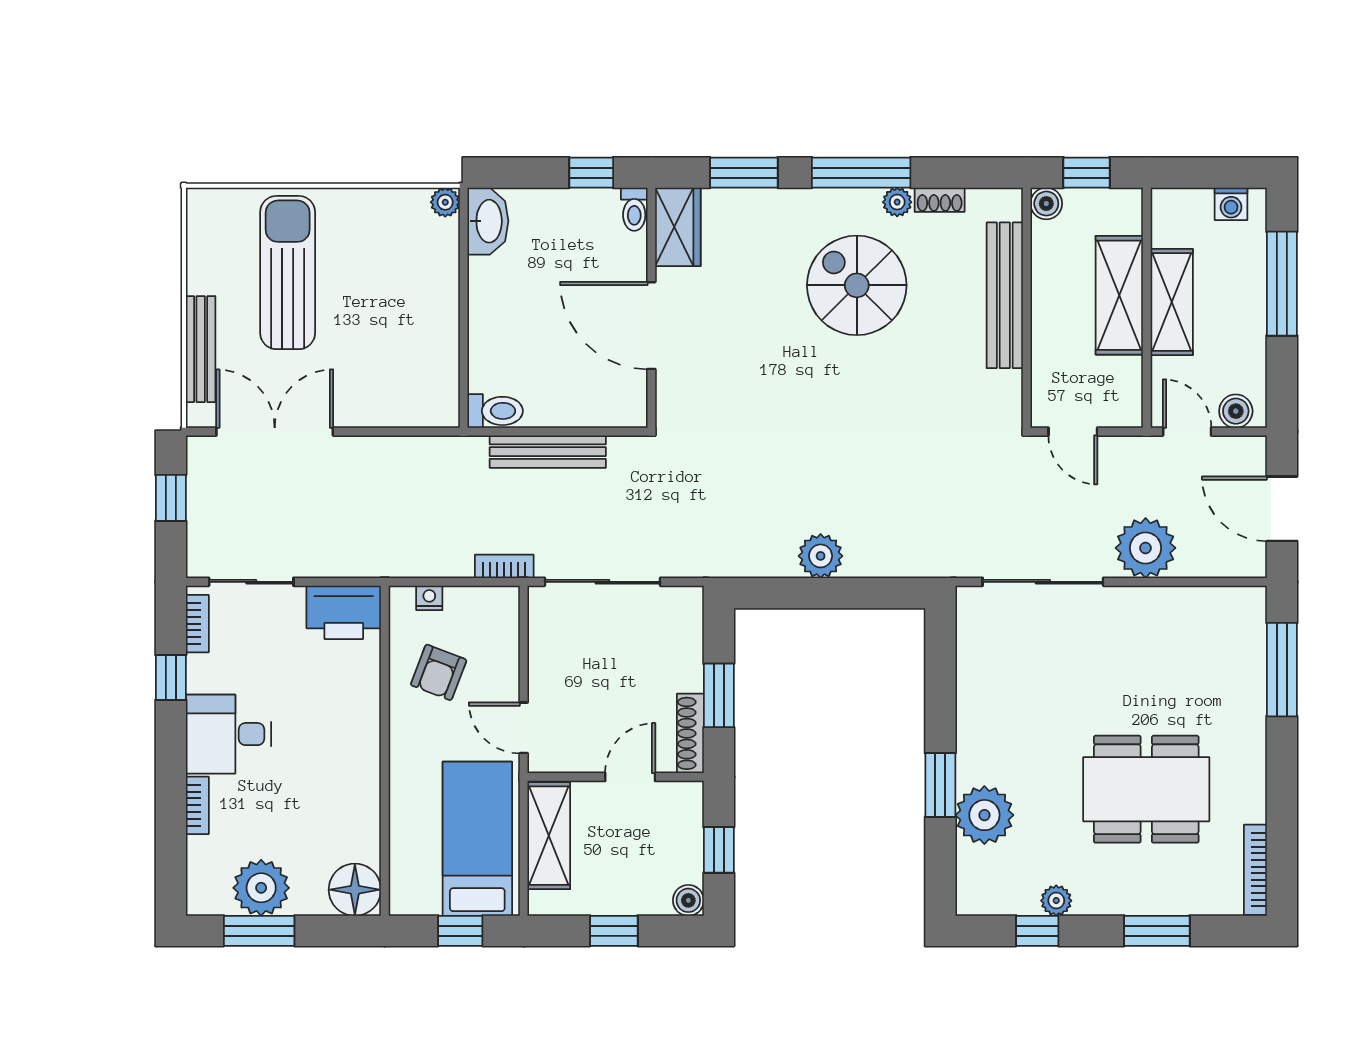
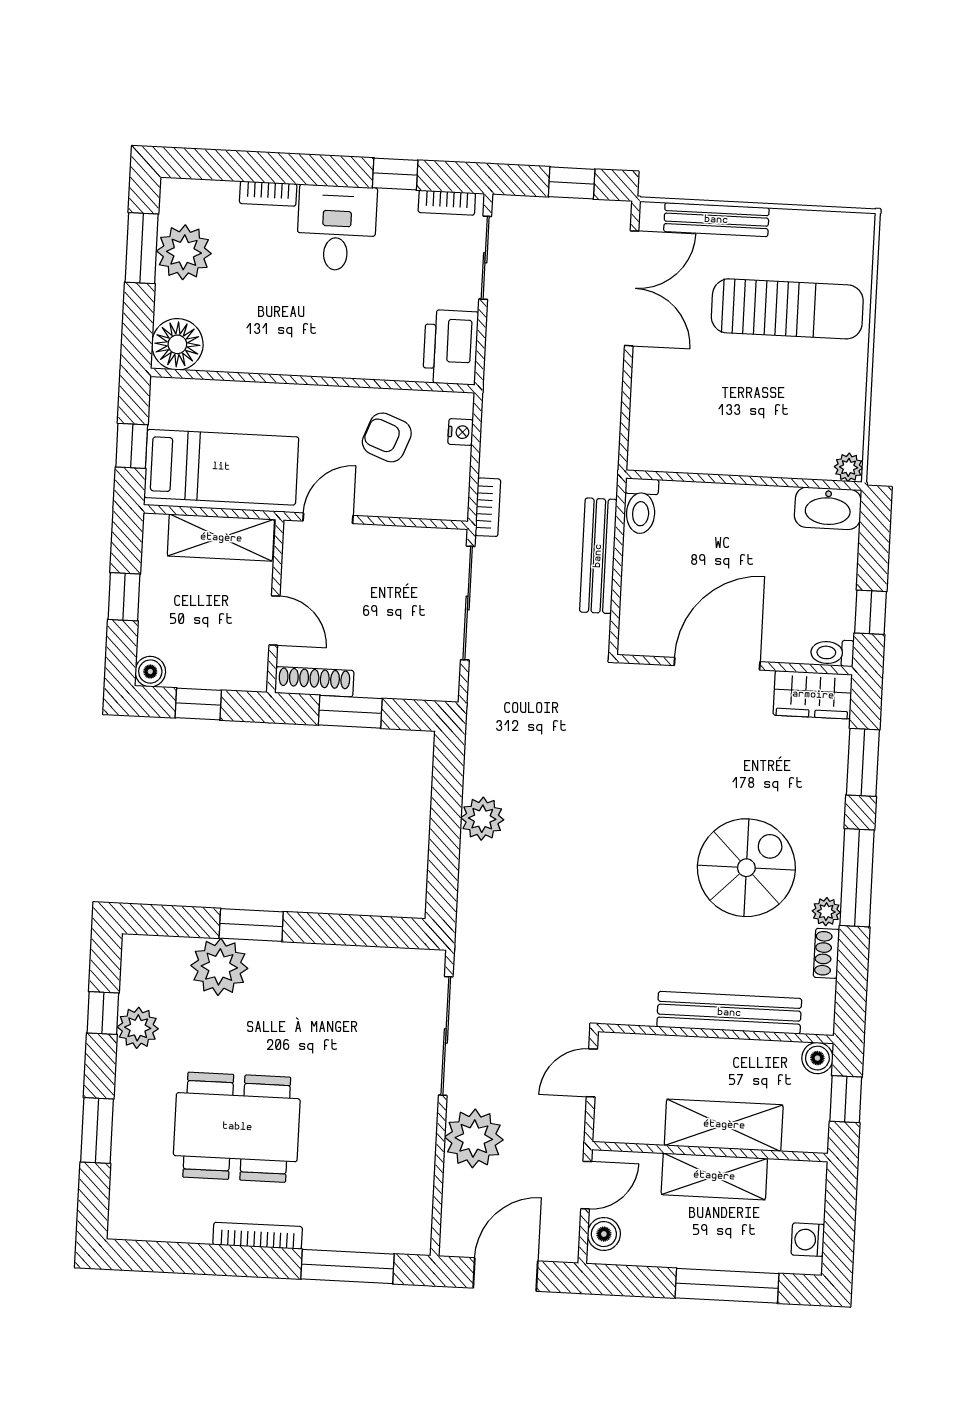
dining table: (1146, 789) -> (237, 1127), turned 90
bookcase: (1255, 870) -> (258, 1236), moved
plant: (1056, 901) -> (138, 1028), width x1.38, depth x1.38

